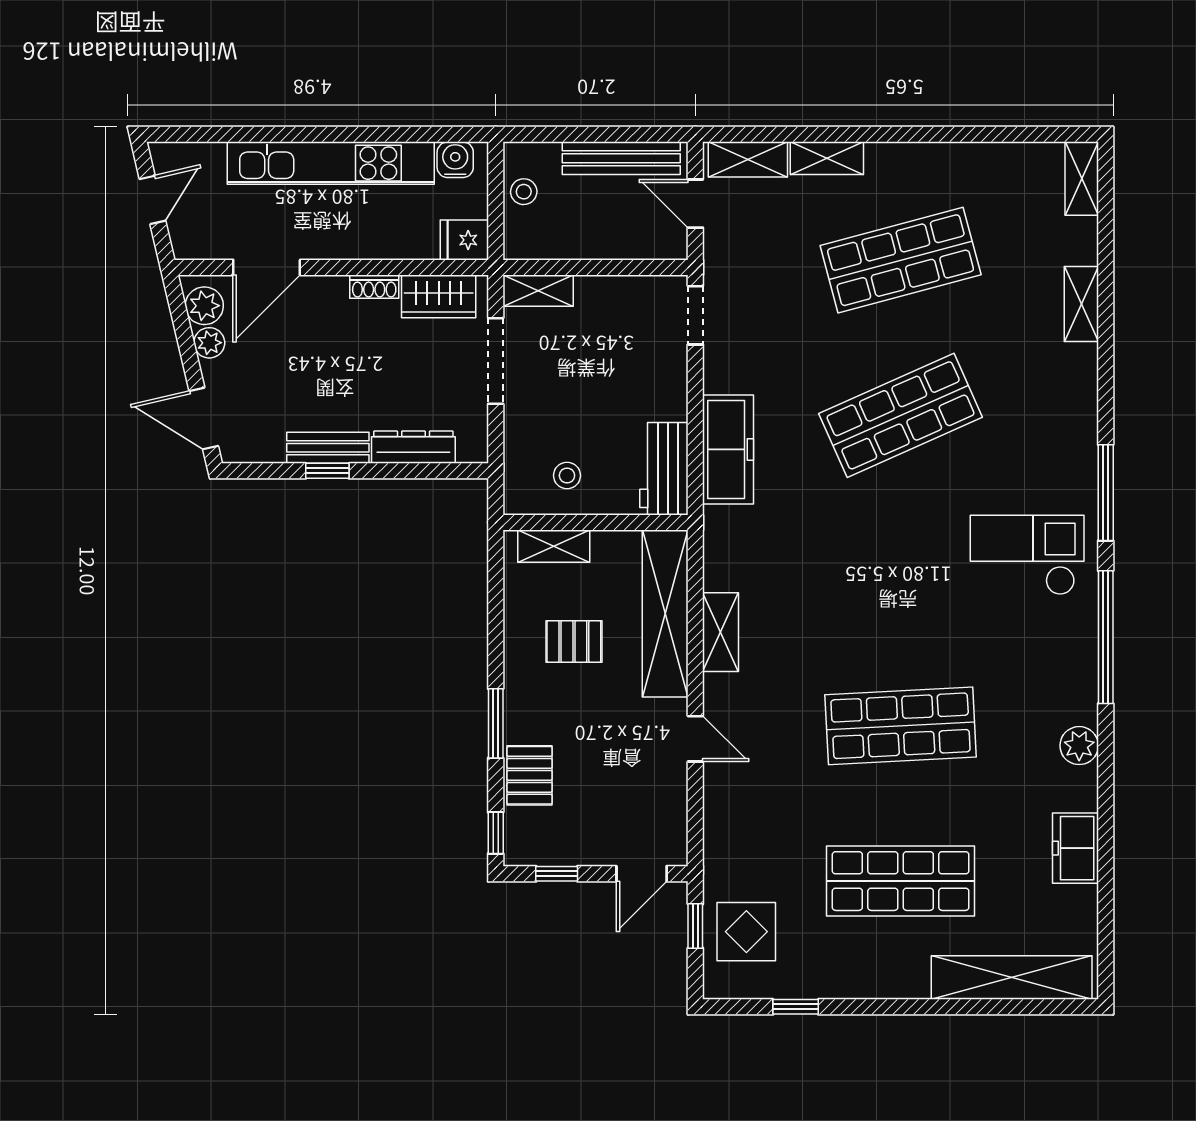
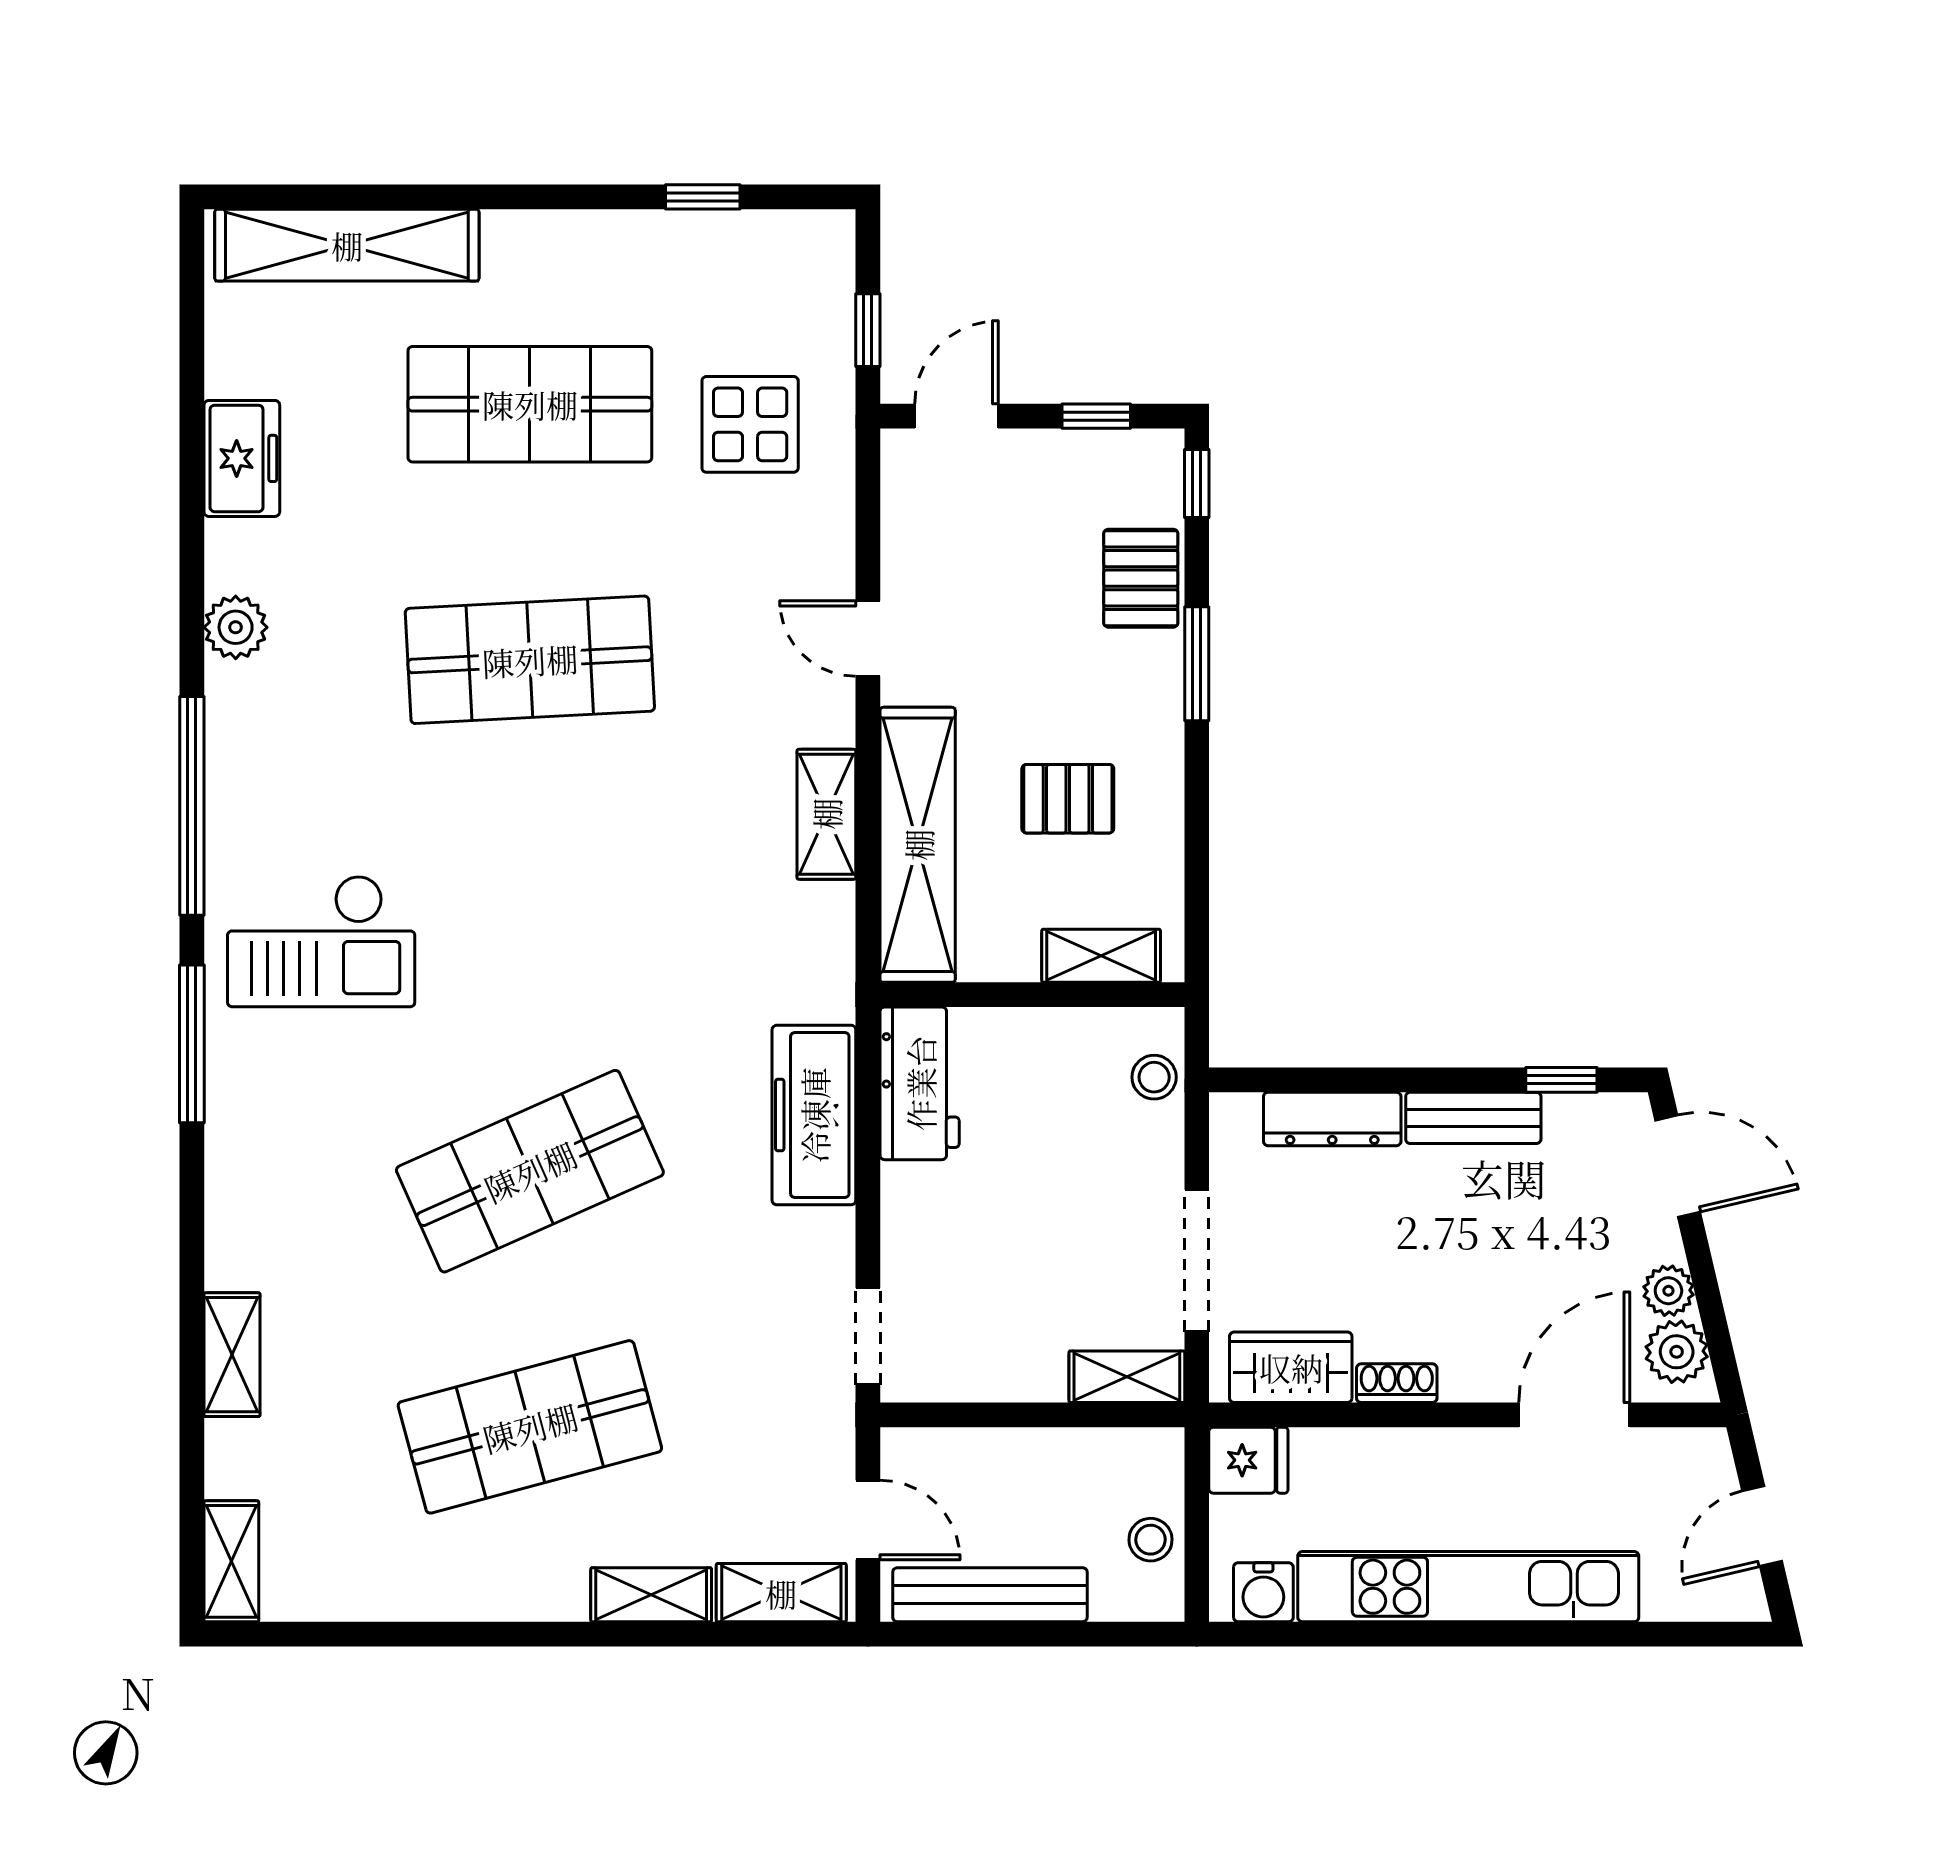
window: (327, 471) -> (1561, 1080), moved
stool: (567, 476) -> (1154, 1077), moved
display table: (746, 932) -> (750, 424), moved

